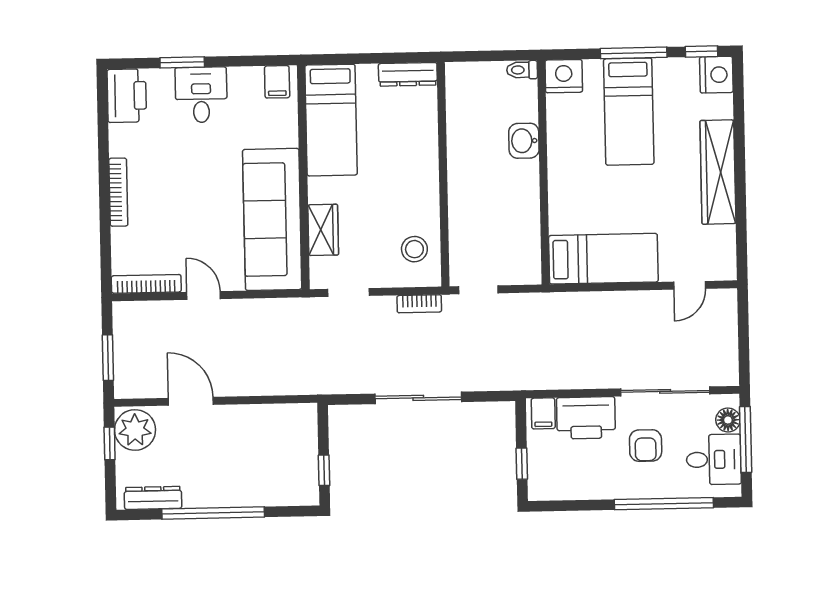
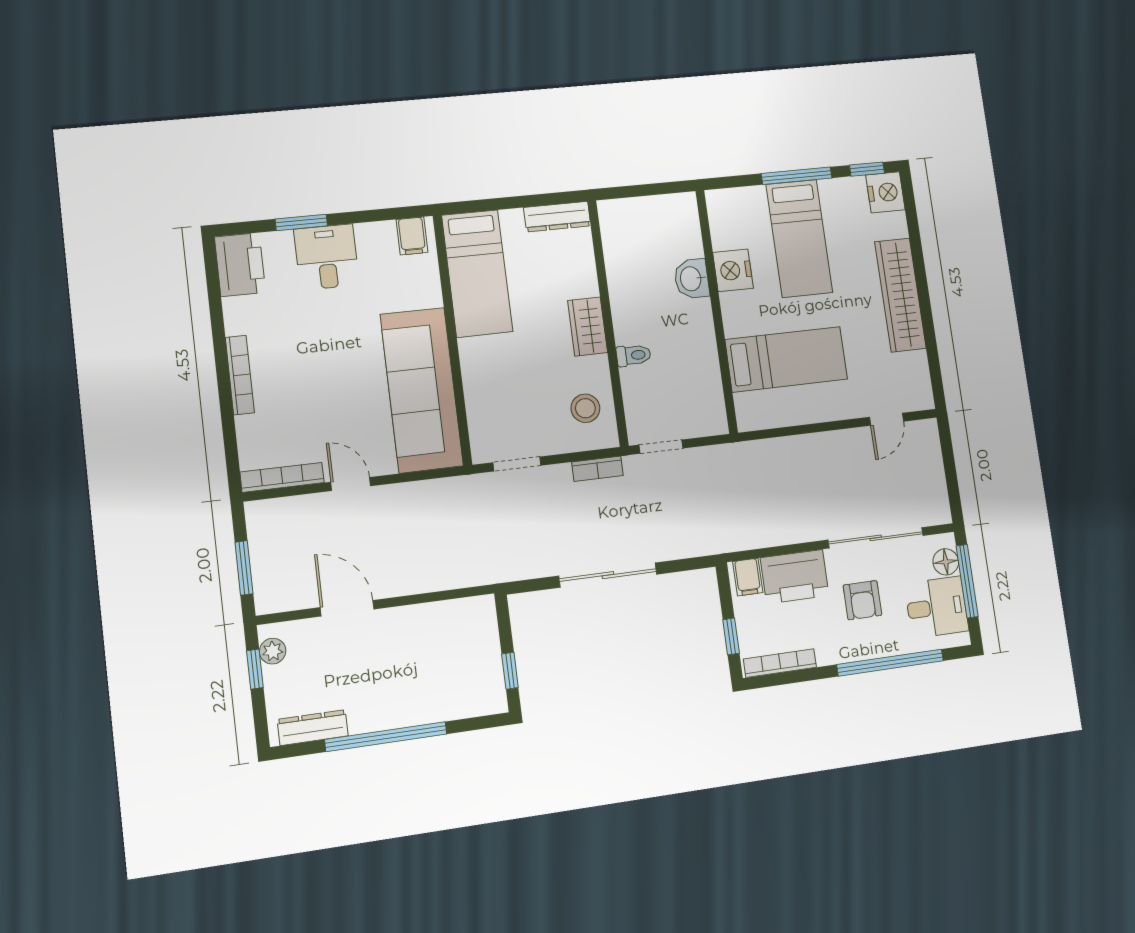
toilet: (522, 70) -> (634, 355), moved, turned 180
nightstand: (564, 76) -> (733, 270), moved, turned -90
wardrobe: (323, 230) -> (588, 327), moved, turned 180
bed: (603, 259) -> (786, 359), moved
plant: (135, 430) -> (273, 651), width x0.53, depth x0.53
bookcase: (563, 492) -> (780, 663), added

